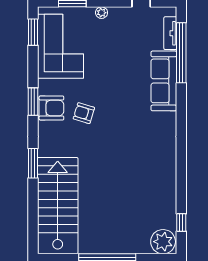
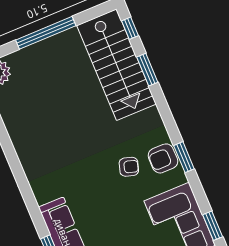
window: (33, 163) -> (147, 70), moved
window: (33, 232) -> (130, 28), added

